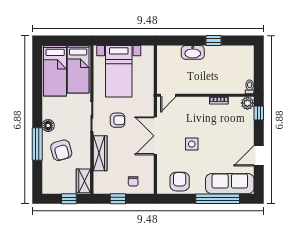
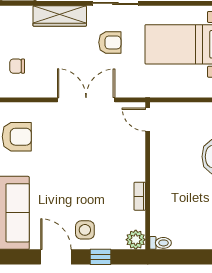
window: (259, 113) -> (100, 257), moved
armchair: (118, 120) -> (110, 42), turned -90
side table: (192, 144) -> (85, 230), moved

